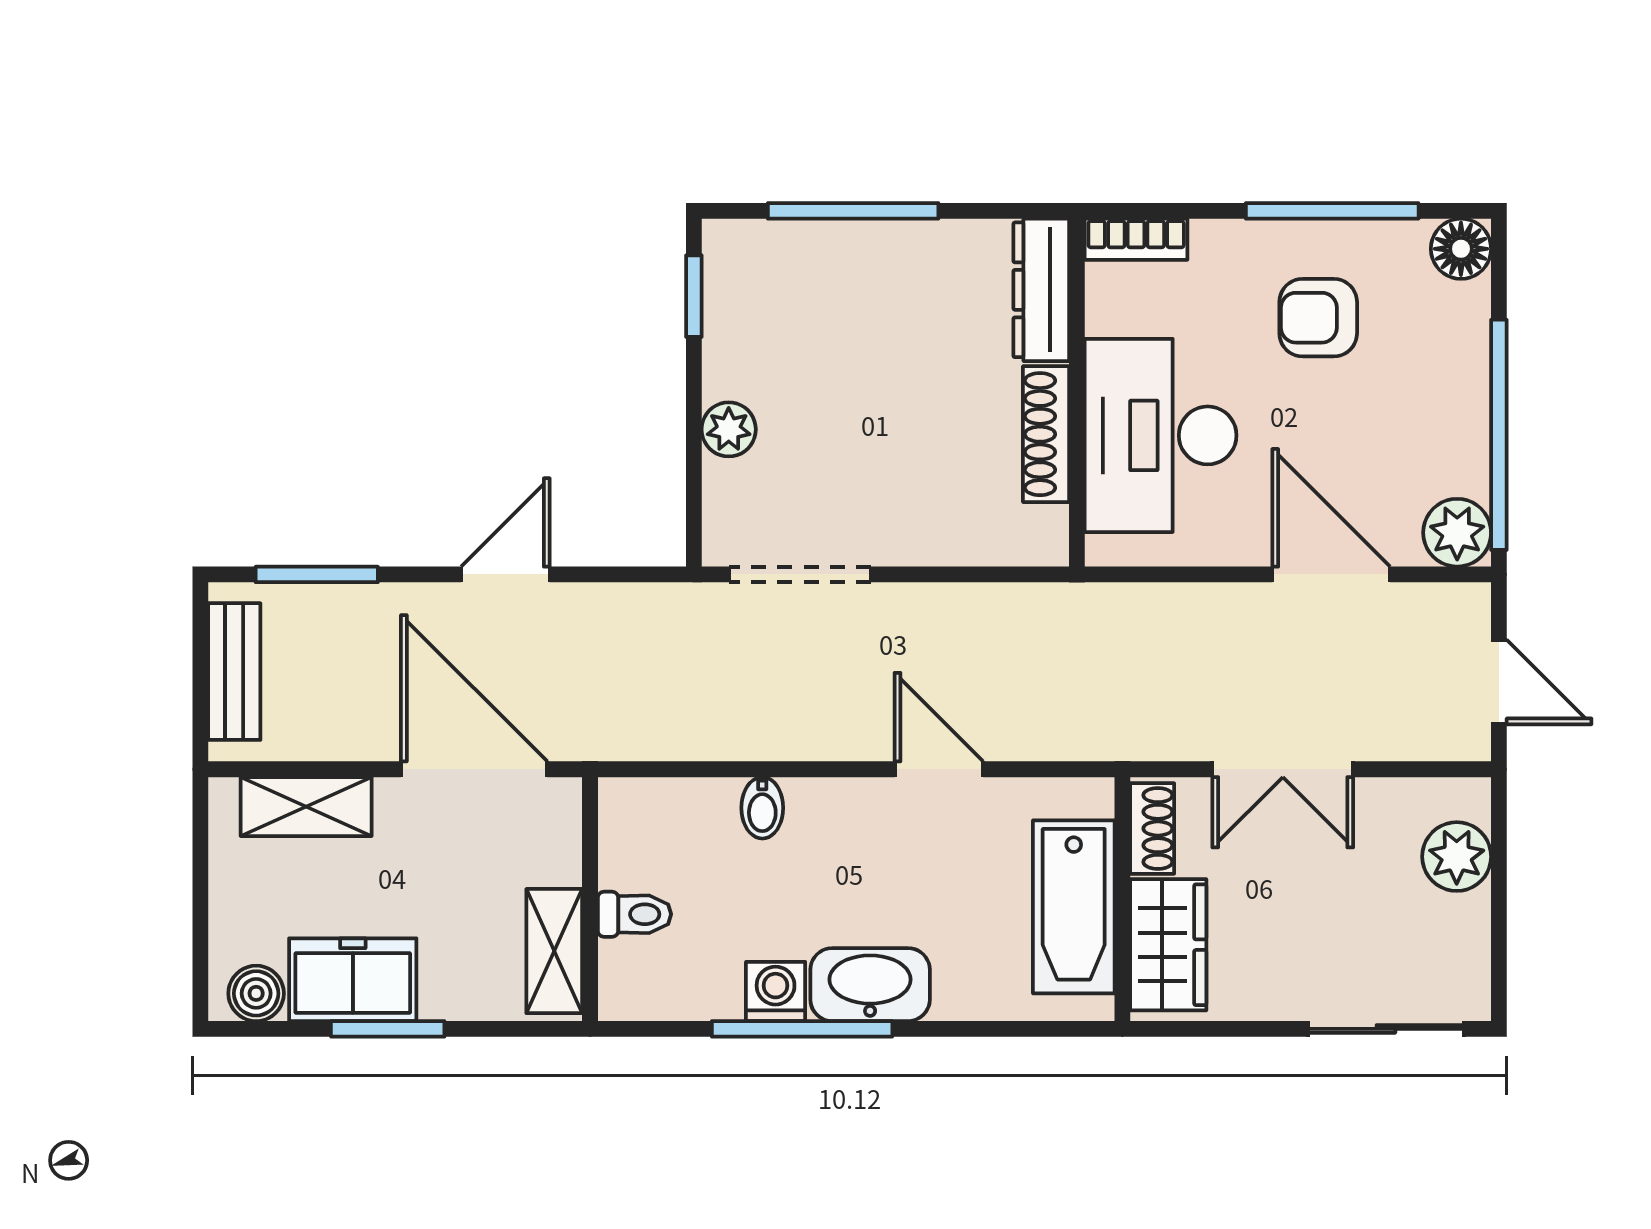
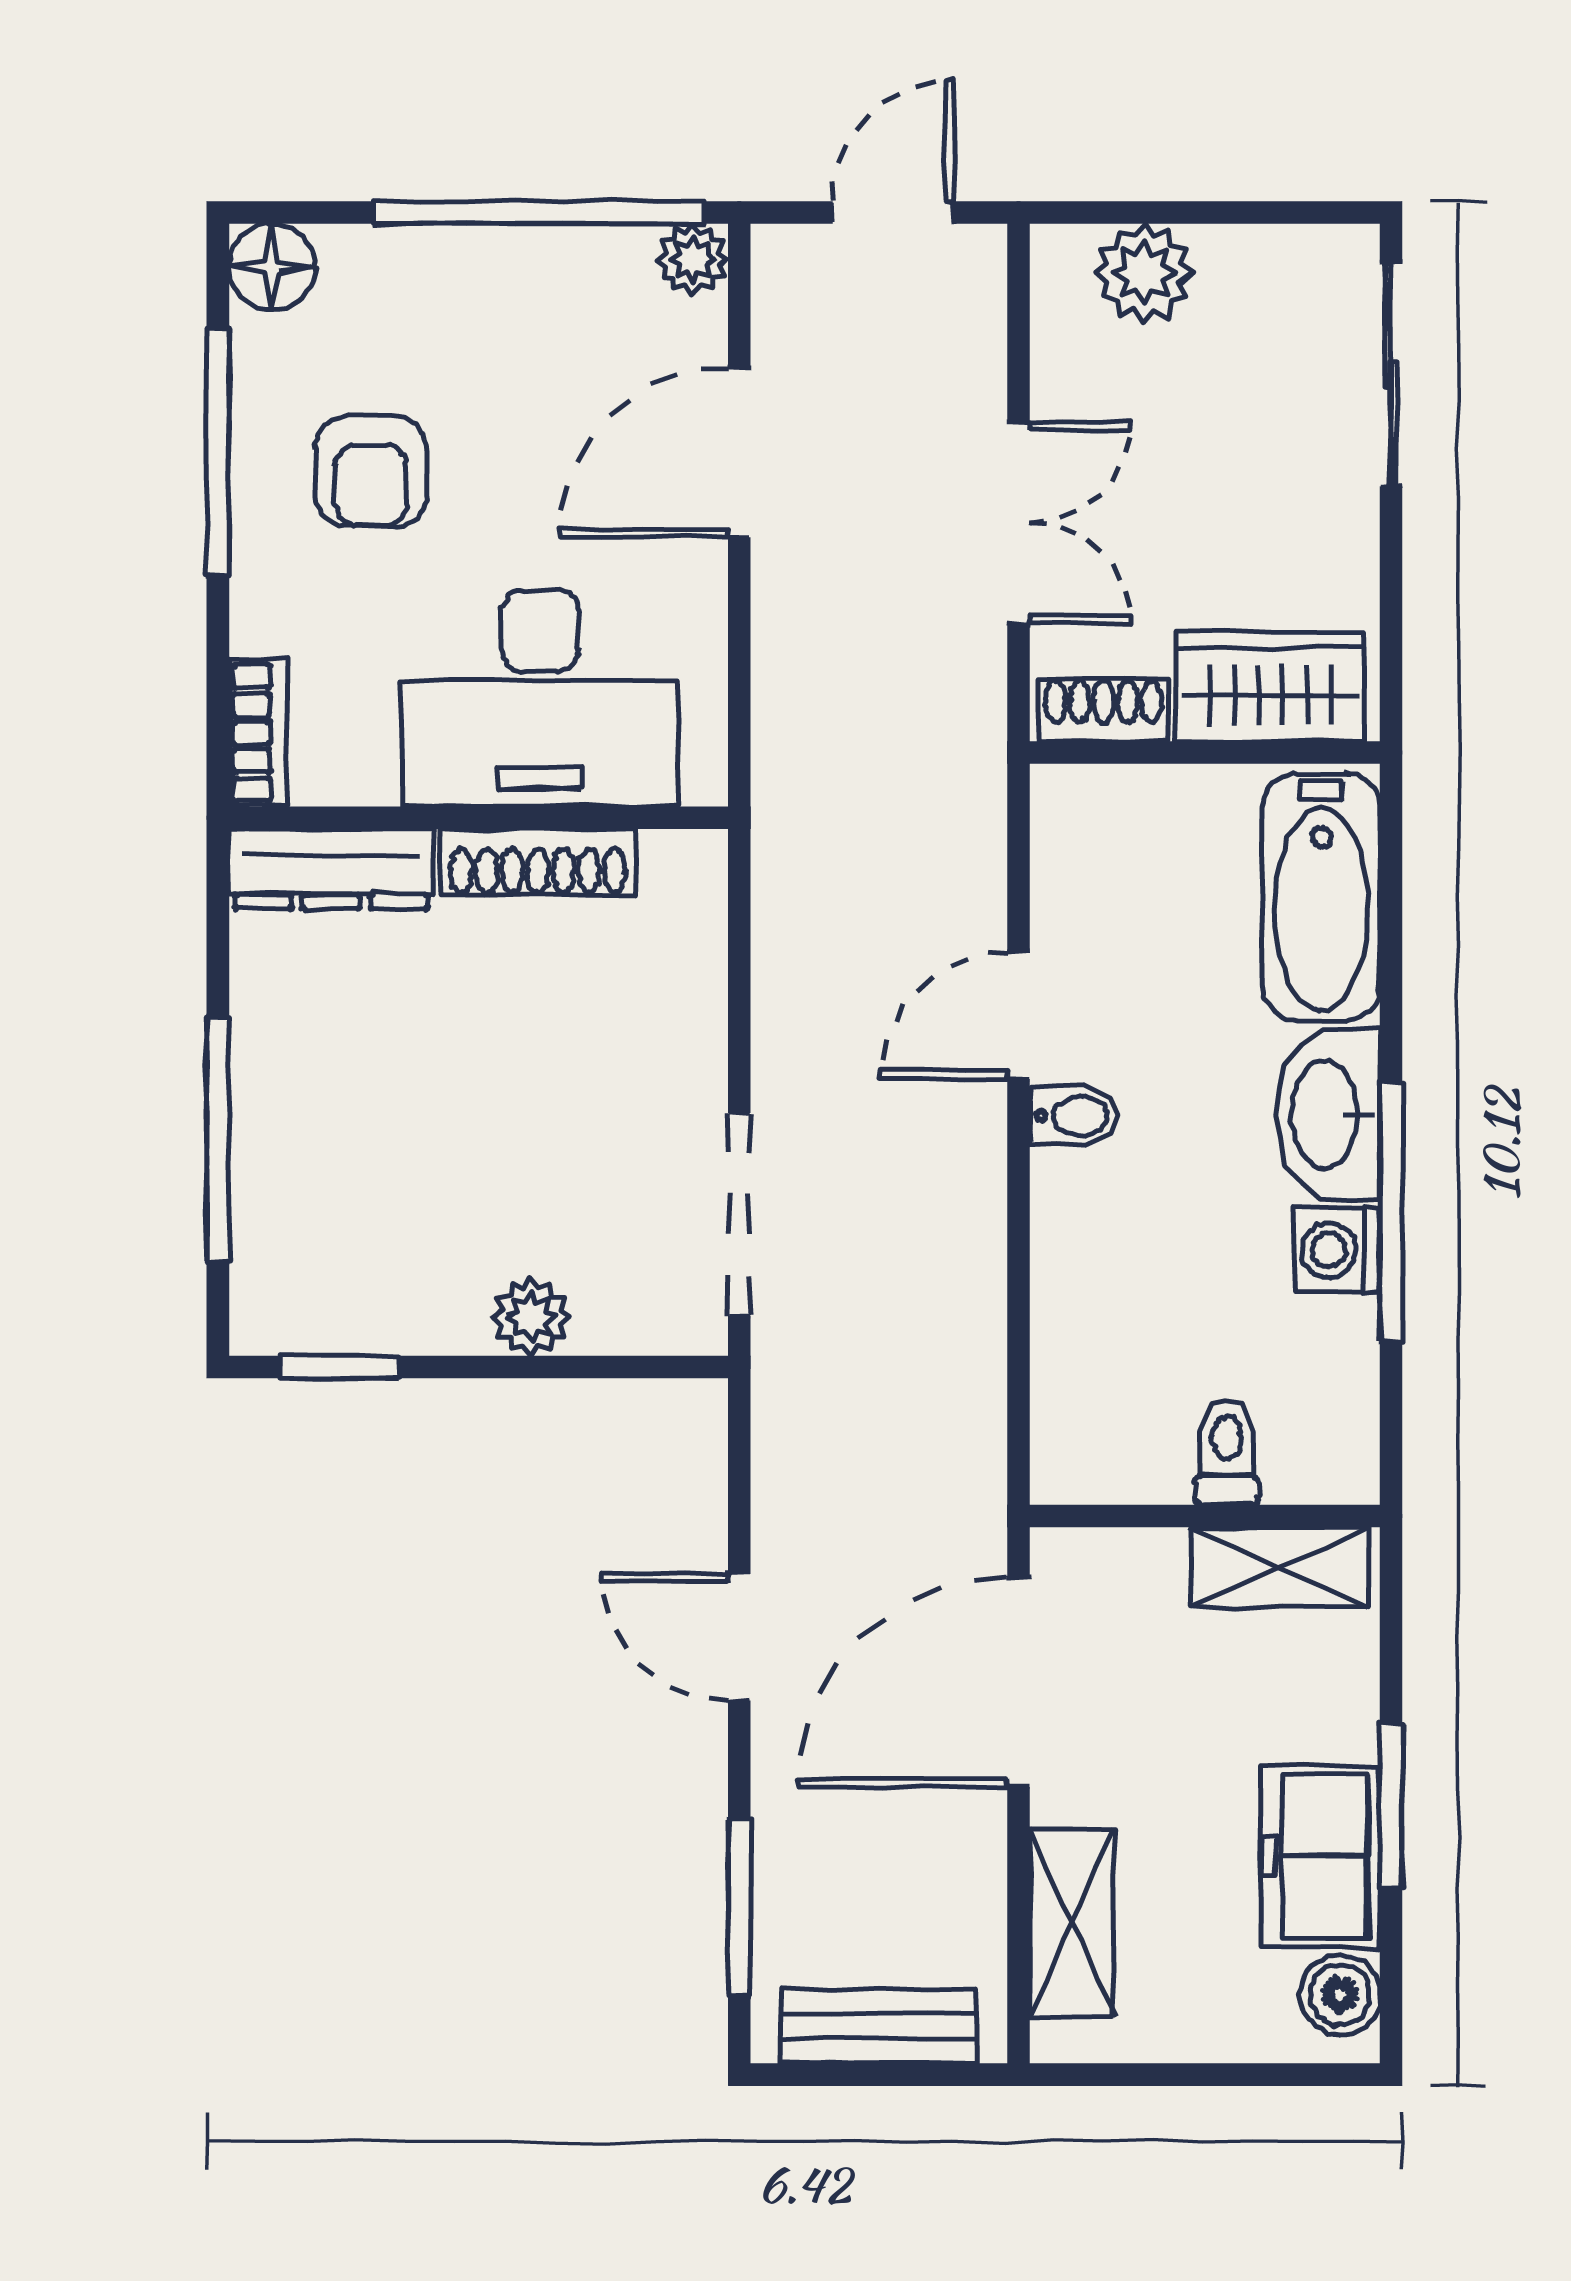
plant: (1457, 533) -> (693, 259), width x0.73, depth x0.73
bidet: (762, 808) -> (1074, 1116), moved
bathtub: (1074, 907) -> (1321, 897), moved, turned 90

